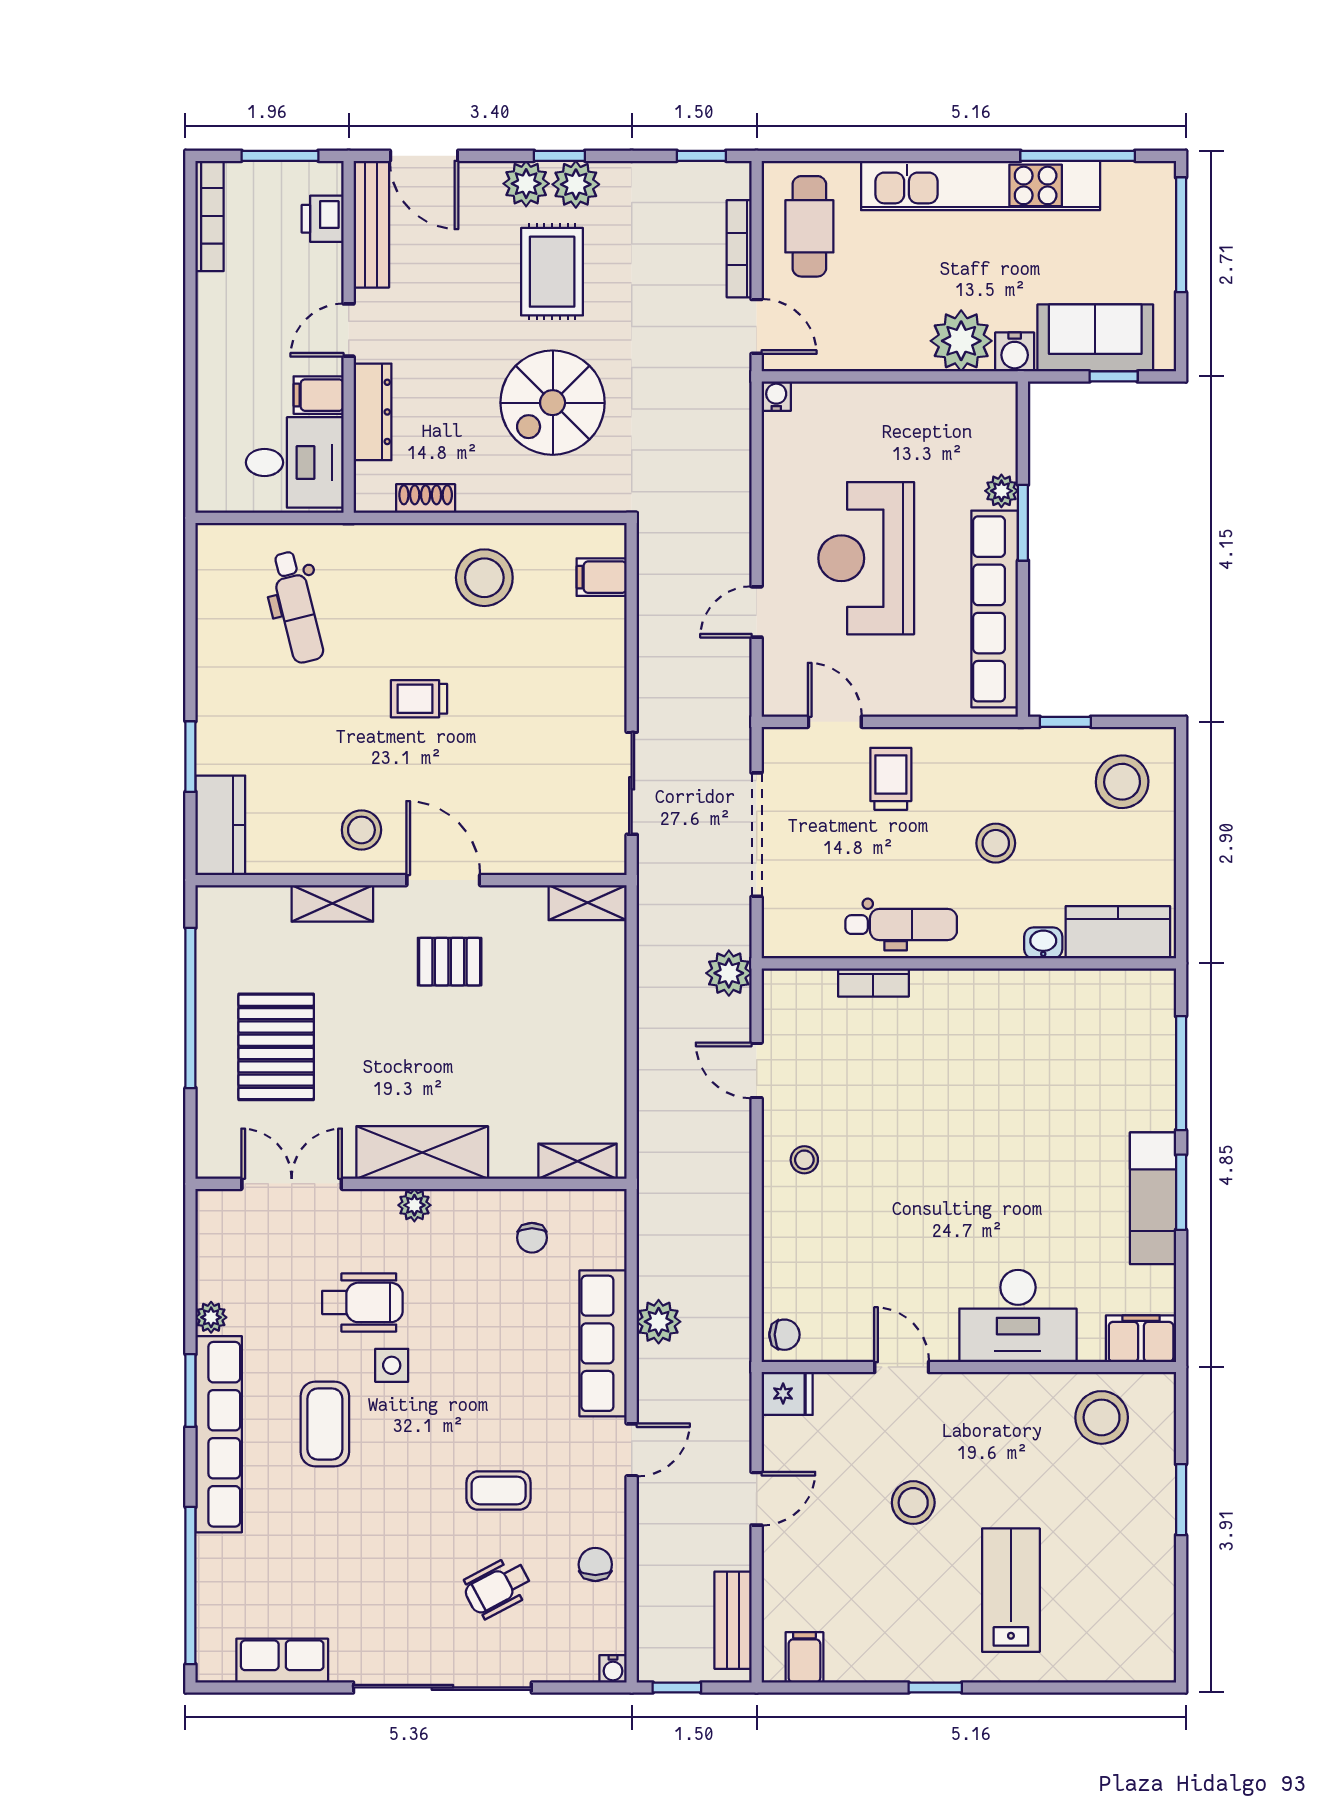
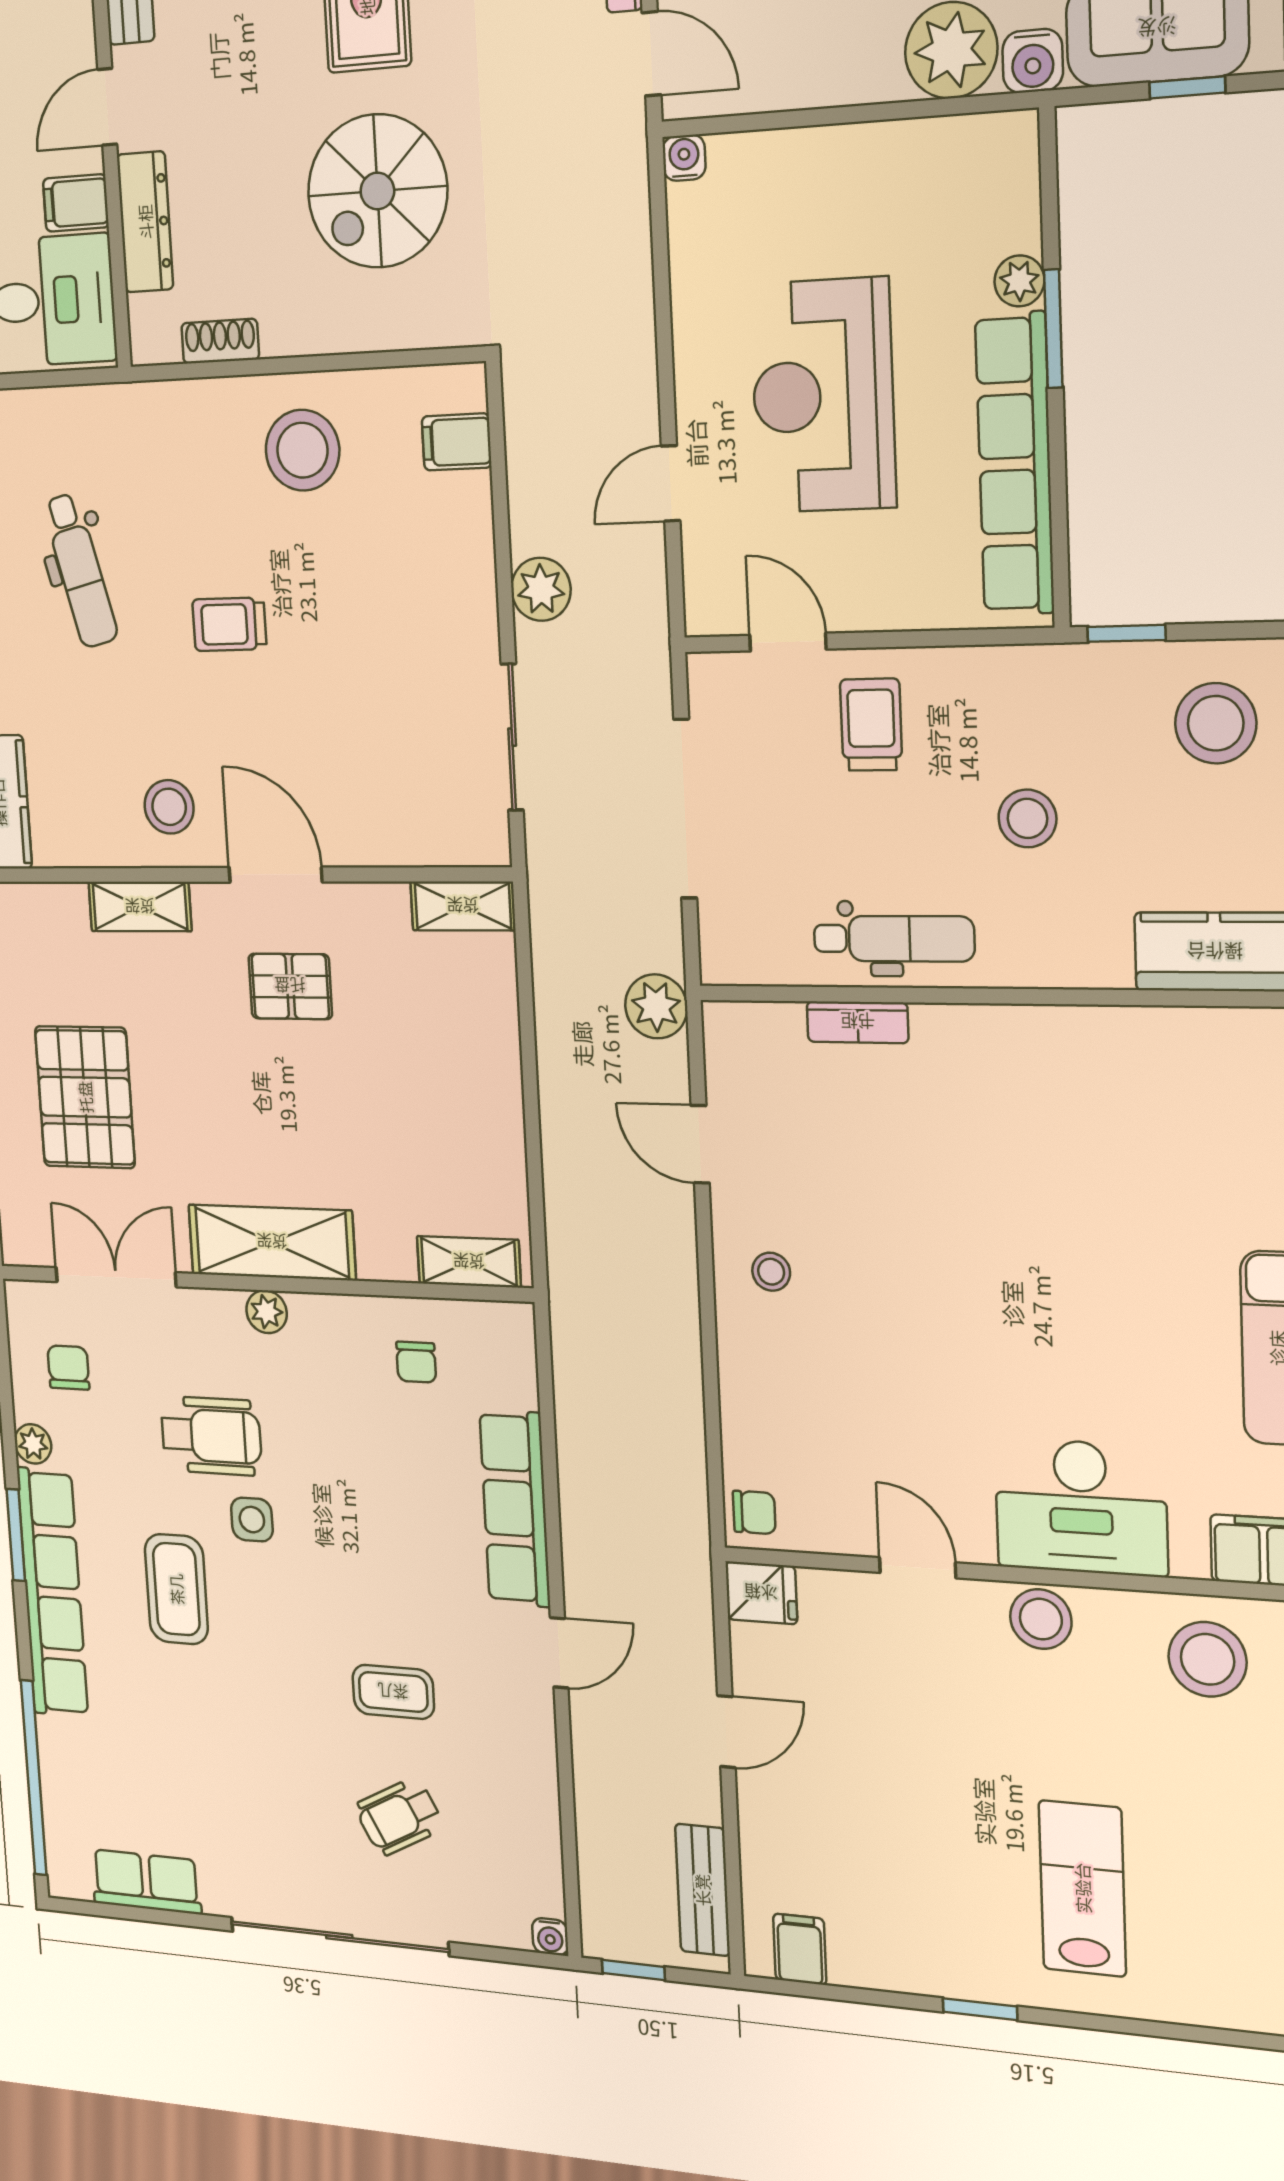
dental chair: (297, 607) -> (80, 570), moved
washbasin: (1043, 943) -> (1102, 967), removed
plant: (659, 1322) -> (541, 589), moved
stool: (913, 1503) -> (1041, 1619), moved
chair: (595, 1564) -> (68, 1368), moved

